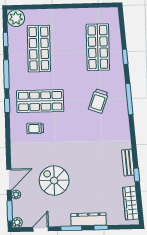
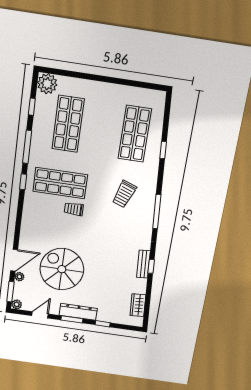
window: (129, 99) -> (157, 212), moved
trolley: (35, 128) -> (74, 209), moved
window: (137, 175) -> (151, 266), moved
spiral stairs: (54, 181) -> (62, 269), width x1.37, depth x1.37
wardrobe: (131, 203) -> (138, 305), width x0.67
dresser: (88, 219) -> (78, 312), moved

